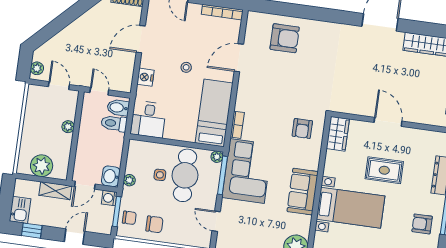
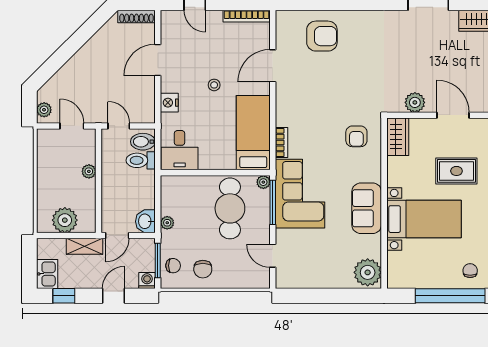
plant: (357, 106) -> (415, 102), added
side table: (160, 175) -> (201, 212), removed
washing machine: (109, 198) -> (147, 280), moved, turned 90
chair: (154, 224) -> (203, 269), turned 90

